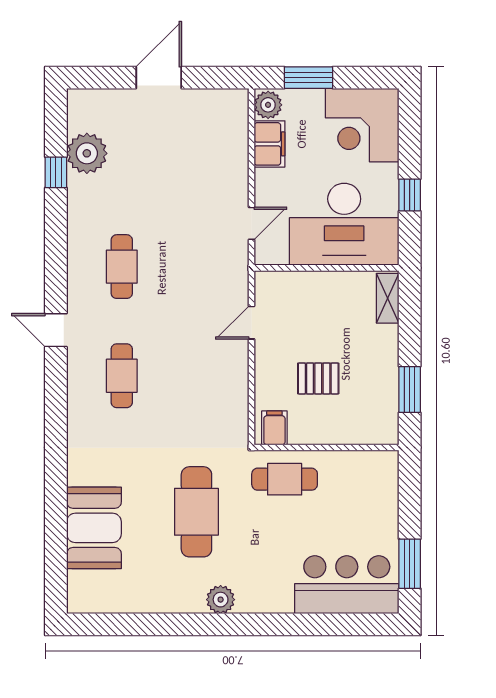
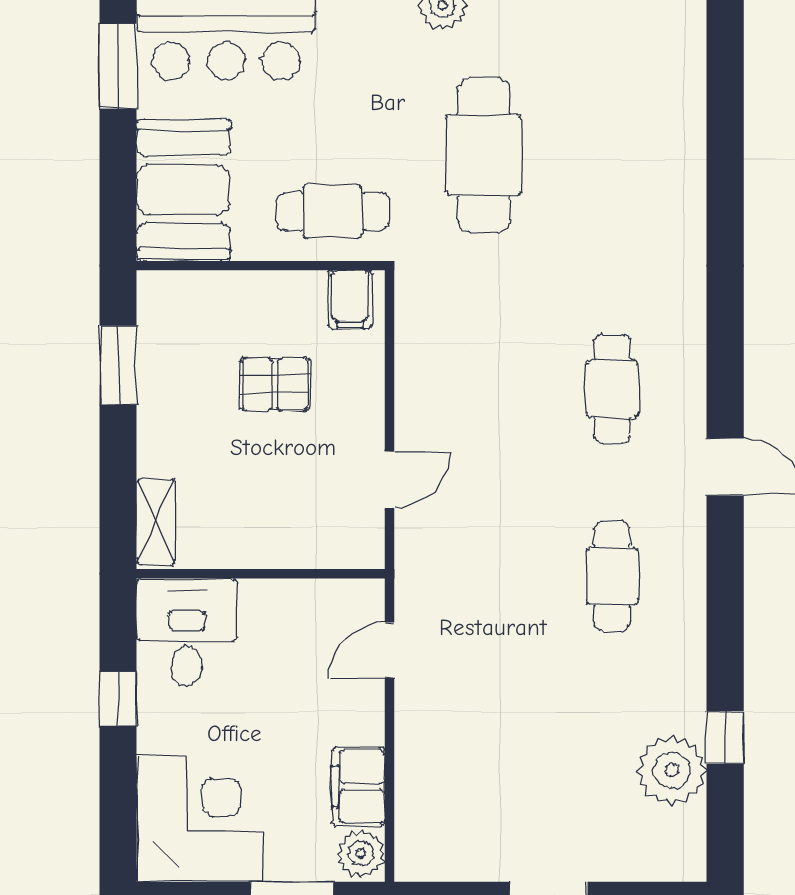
desk: (344, 224) -> (187, 632), width x0.53, depth x0.77
booth: (94, 528) -> (183, 190), moved

